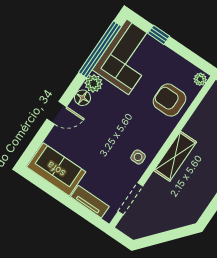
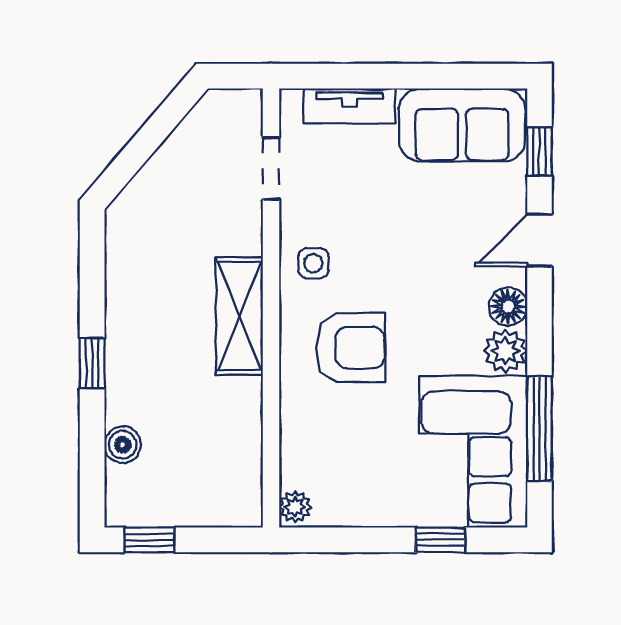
window: (100, 49) -> (540, 429), width x0.68
armchair: (169, 100) -> (350, 348), moved
window: (36, 143) -> (540, 151), added
doorway: (131, 199) -> (271, 168), width x0.73

